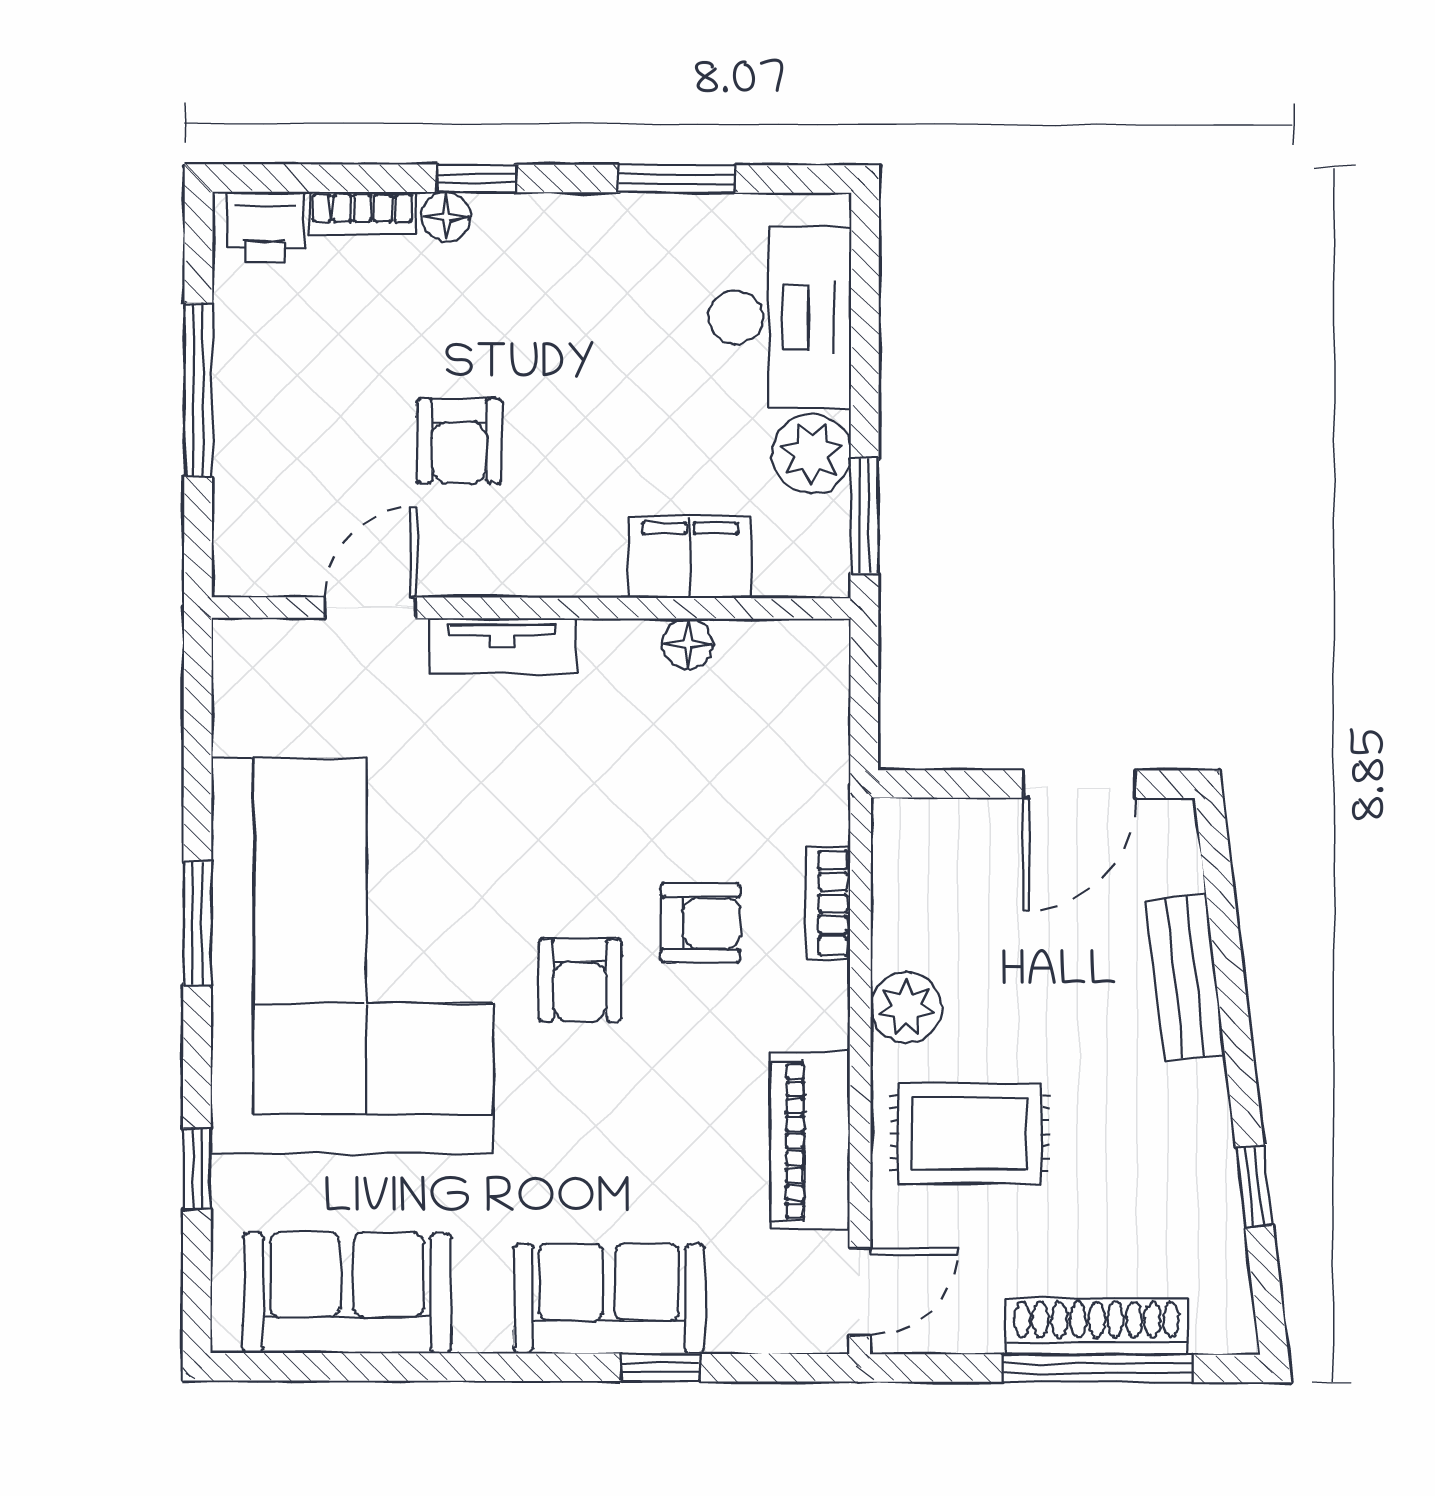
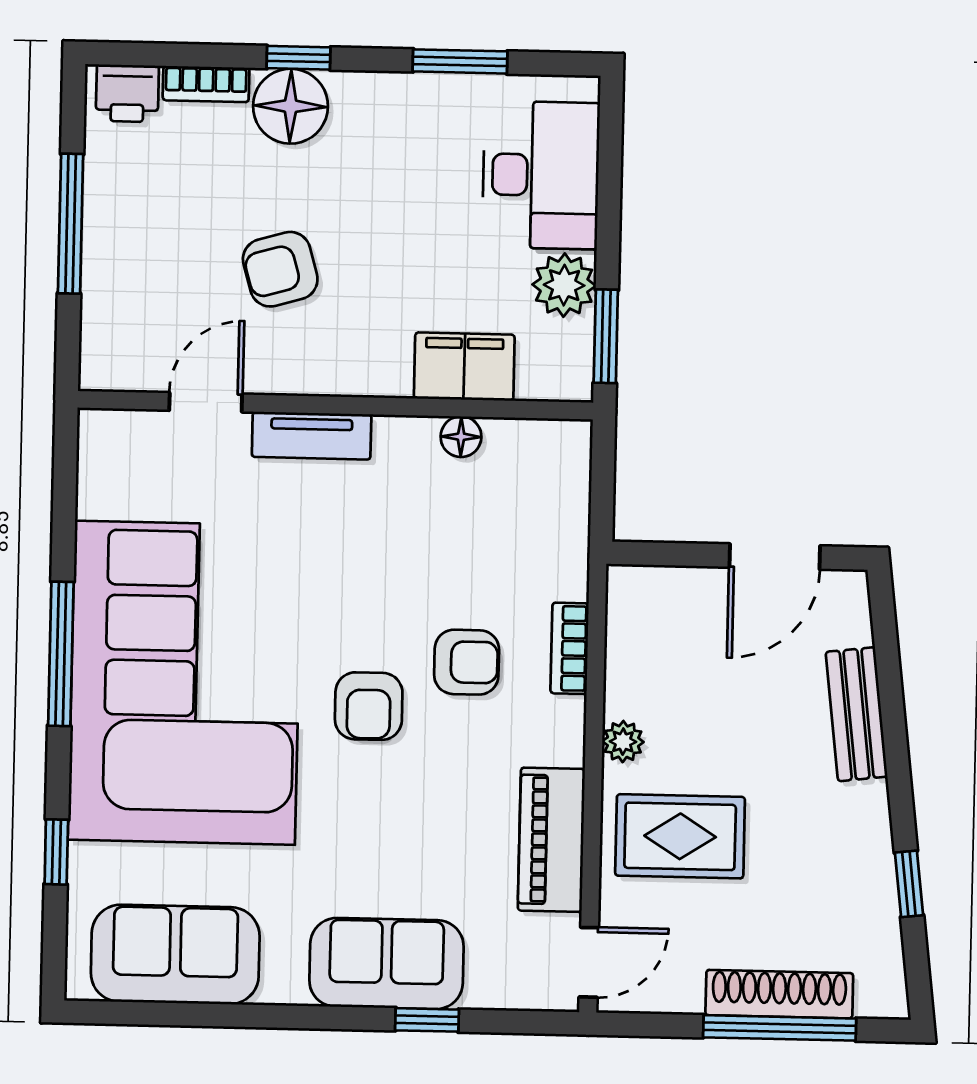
floor lamp: (446, 217) -> (290, 106), width x1.89, depth x1.89
armchair: (459, 441) -> (280, 269), turned 74
window: (197, 923) -> (61, 654), width x1.44
plant: (906, 1008) -> (623, 742), width x0.73, depth x0.73

